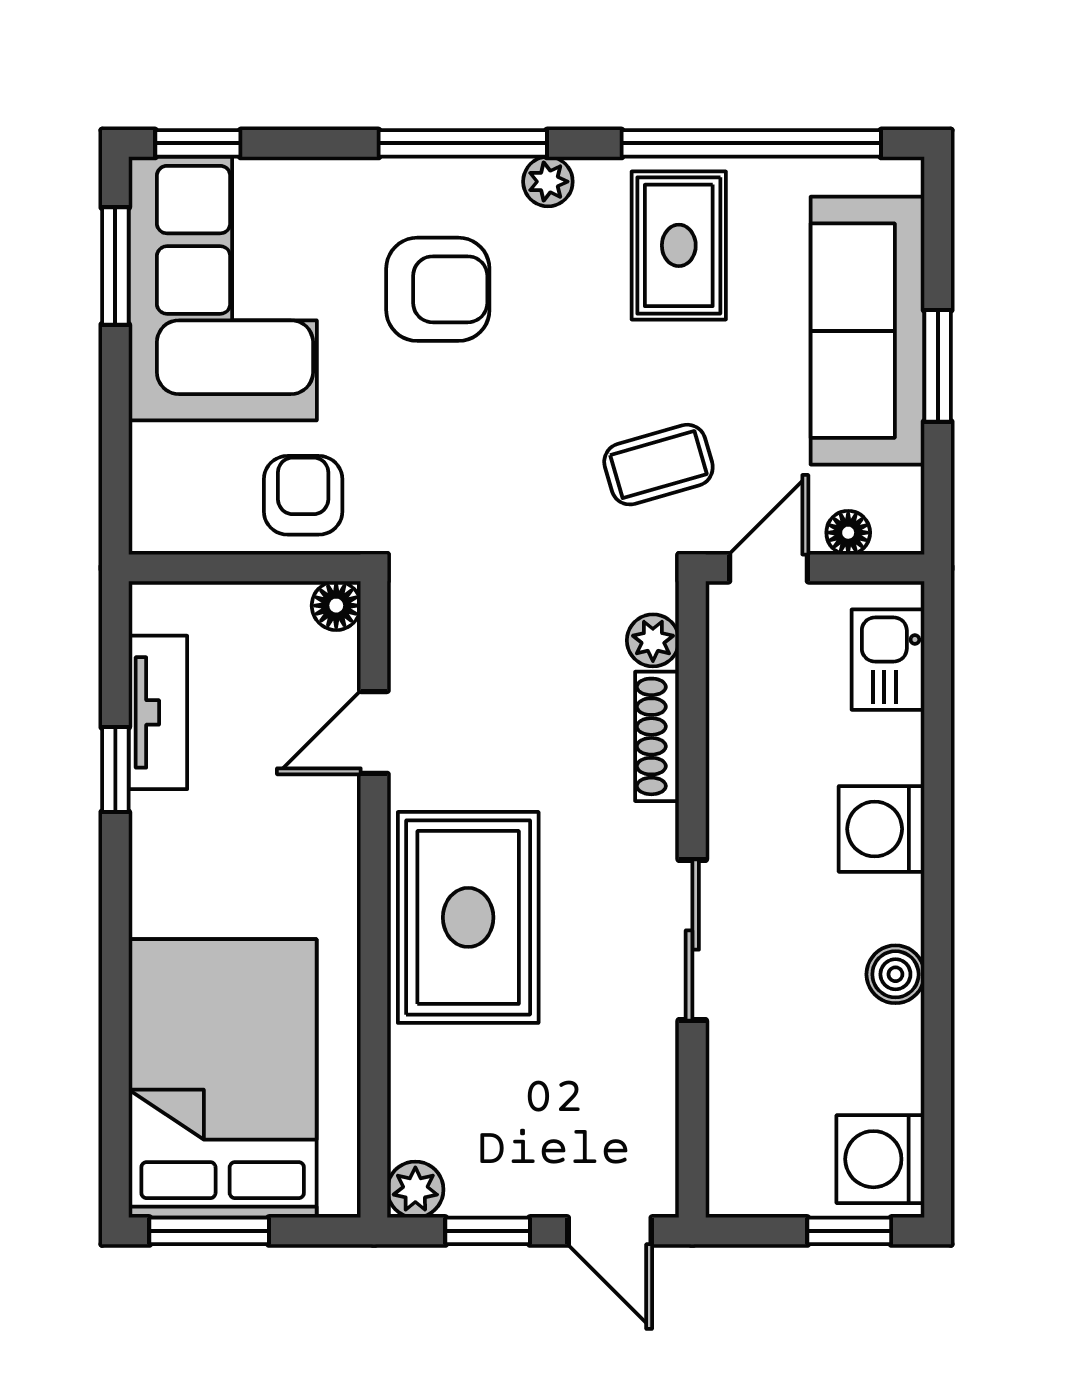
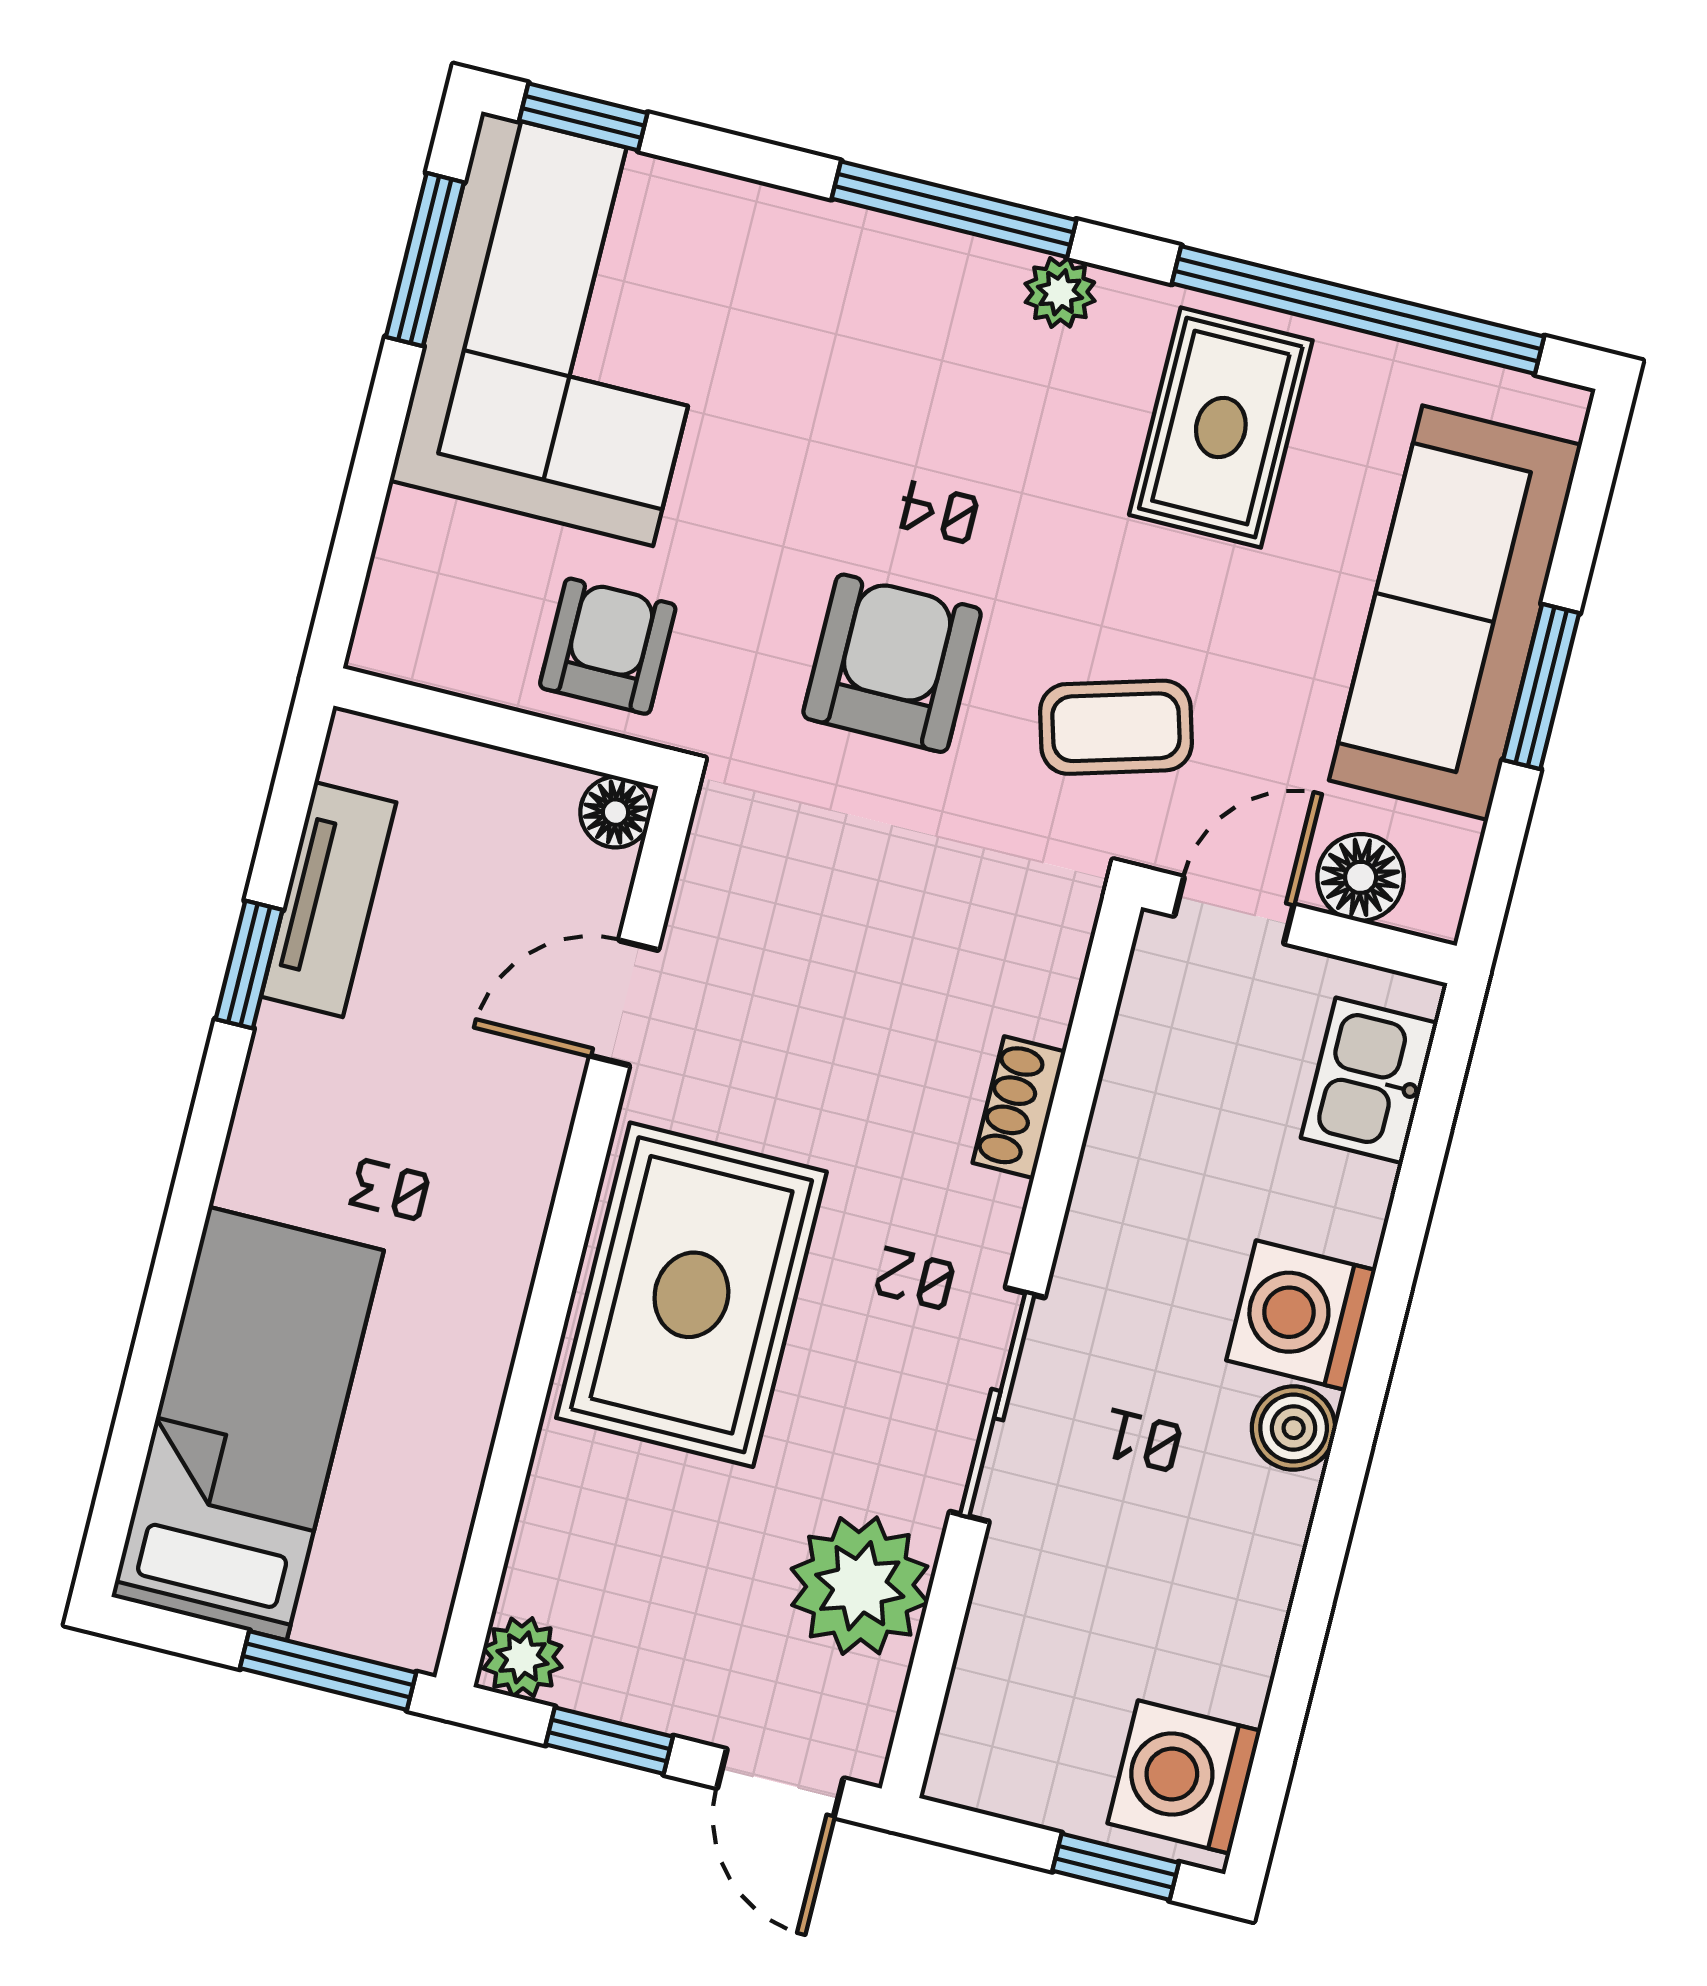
armchair: (438, 289) -> (892, 663), moved, turned -90
floor lamp: (848, 533) -> (1361, 877), width x1.37, depth x1.37
plant: (653, 640) -> (860, 1586), moved, width x1.88, depth x1.88
shoe rack: (657, 736) -> (1019, 1107), width x0.70
boiler: (895, 974) -> (1294, 1428), moved
bed: (223, 1078) -> (248, 1424), width x0.67
window: (209, 1231) -> (328, 1670), moved

